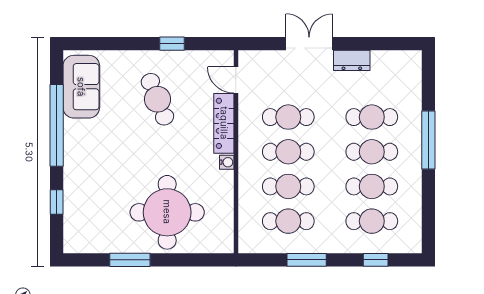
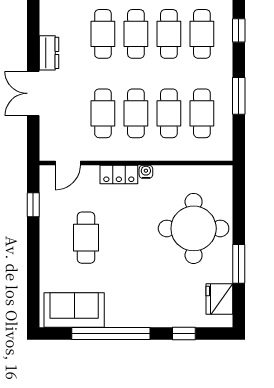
window: (172, 44) -> (33, 205), moved
cafe table: (157, 99) -> (86, 238), turned -68
locker: (224, 123) -> (119, 175), width x0.66
fridge: (93, 239) -> (219, 299), added

